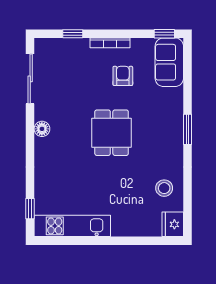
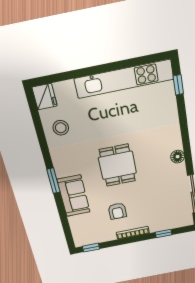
sofa: (169, 62) -> (74, 196), moved
kitchen unit: (72, 226) -> (124, 79), width x1.36

